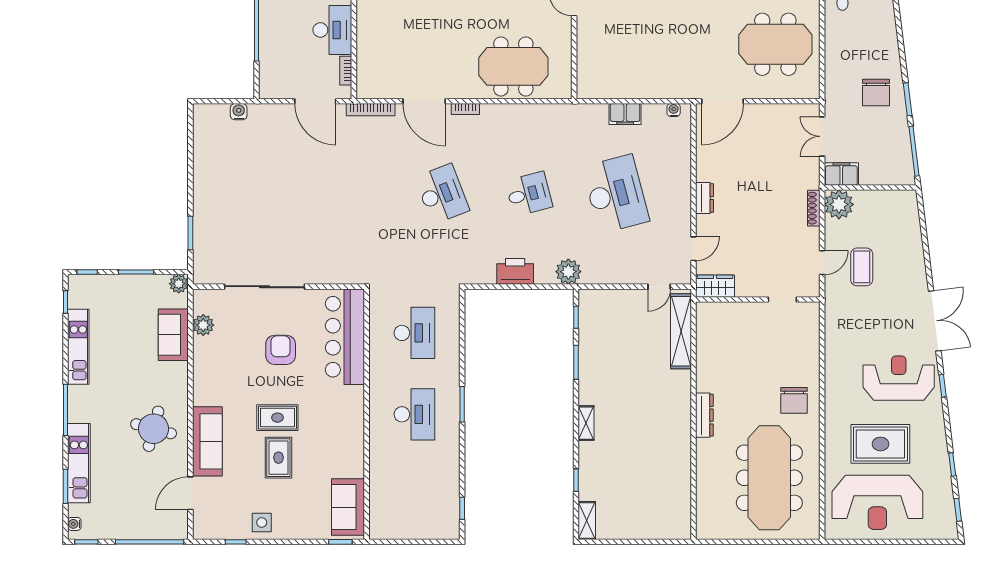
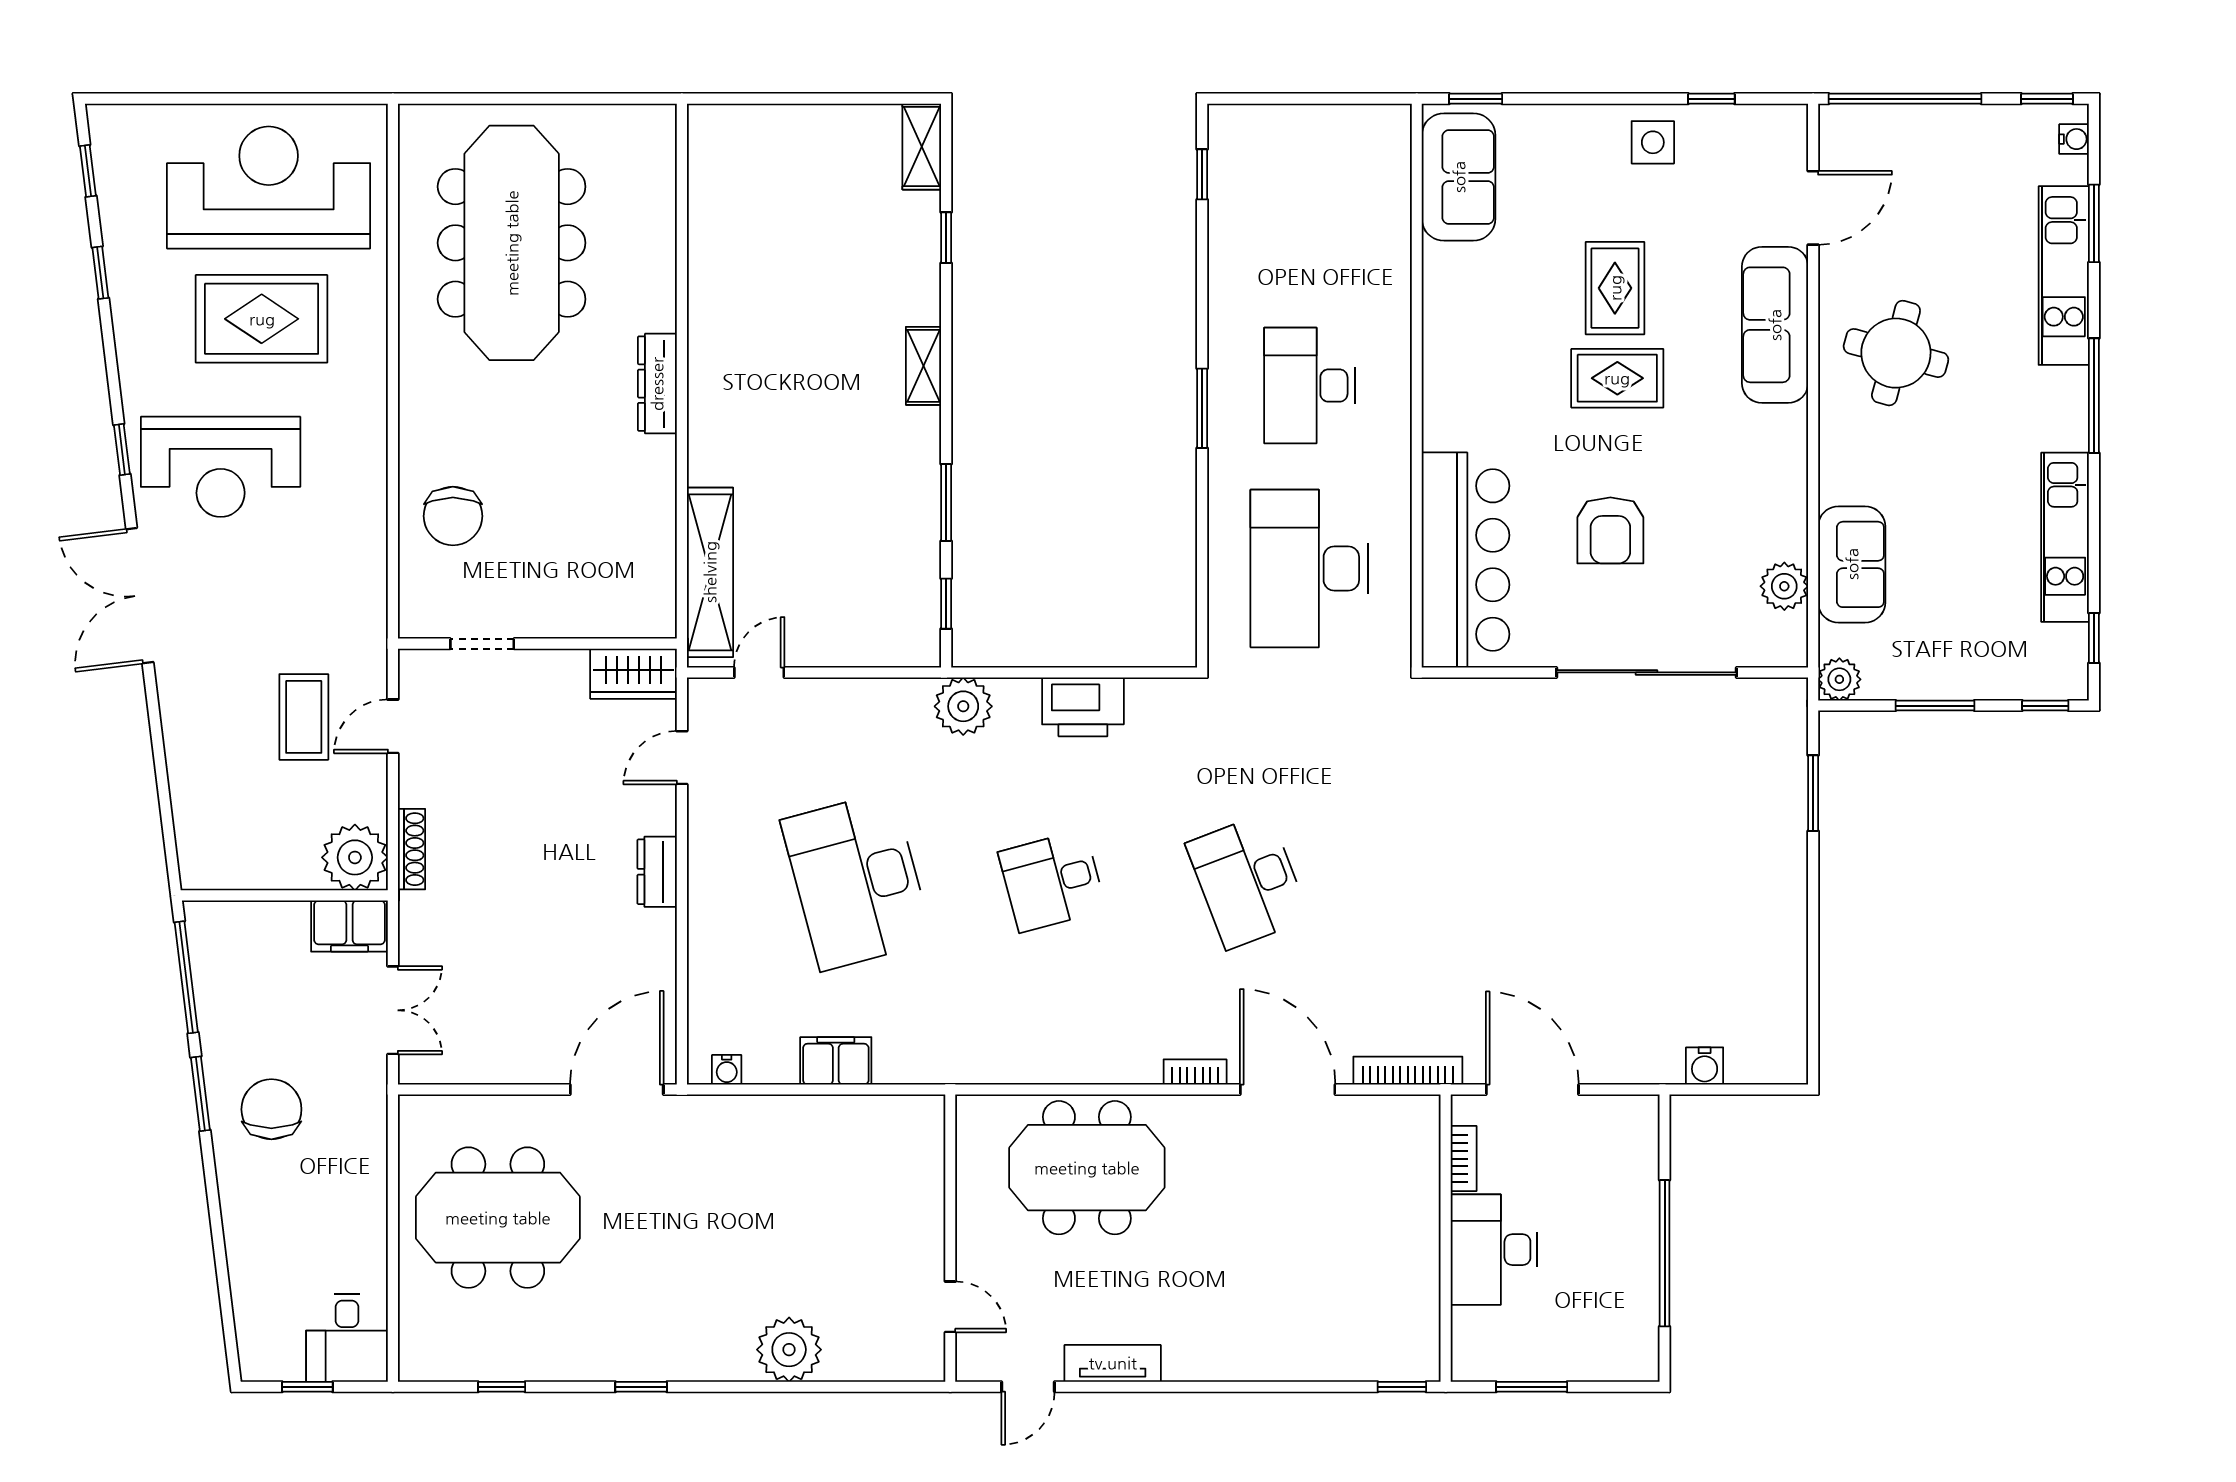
desk: (414, 333) -> (1309, 569), width x1.36, depth x1.30
chair: (794, 400) -> (453, 516), moved, turned 180

